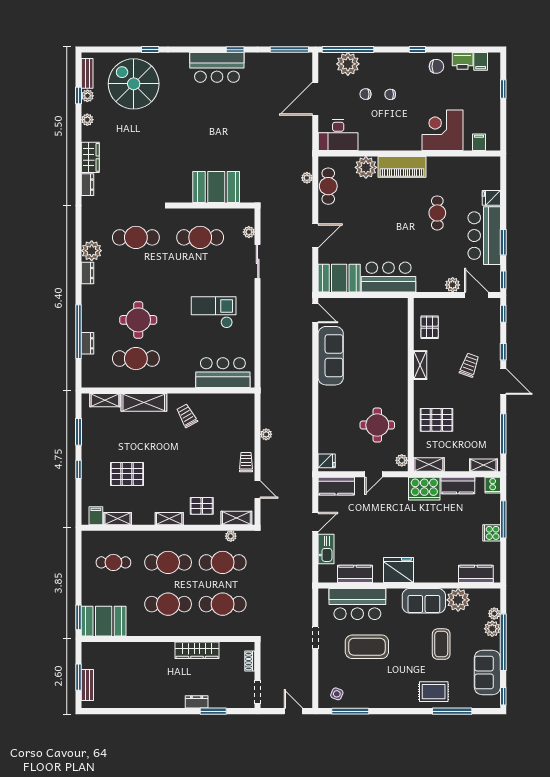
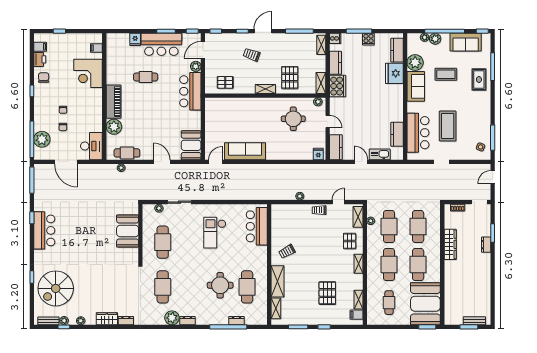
bar counter: (388, 277) -> (190, 91), moved
shelving: (420, 365) -> (265, 89), moved
fridge: (399, 570) -> (394, 73), moved
booth: (104, 621) -> (425, 304), width x1.36, depth x1.42

